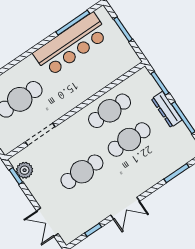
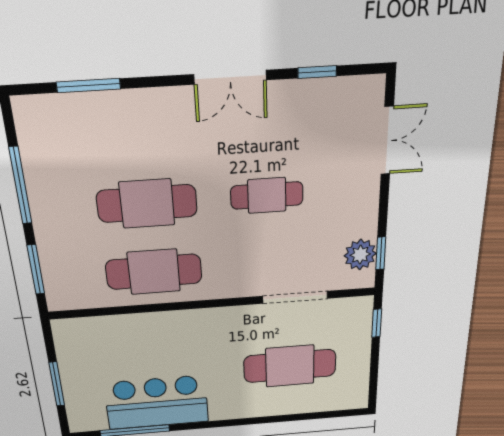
bar counter: (71, 45) -> (157, 402), width x0.73
dresser: (167, 109) -> (46, 218), removed
cafe table: (82, 172) -> (267, 195), width x0.73, depth x0.74
double door: (125, 208) -> (230, 77), swing flipped

